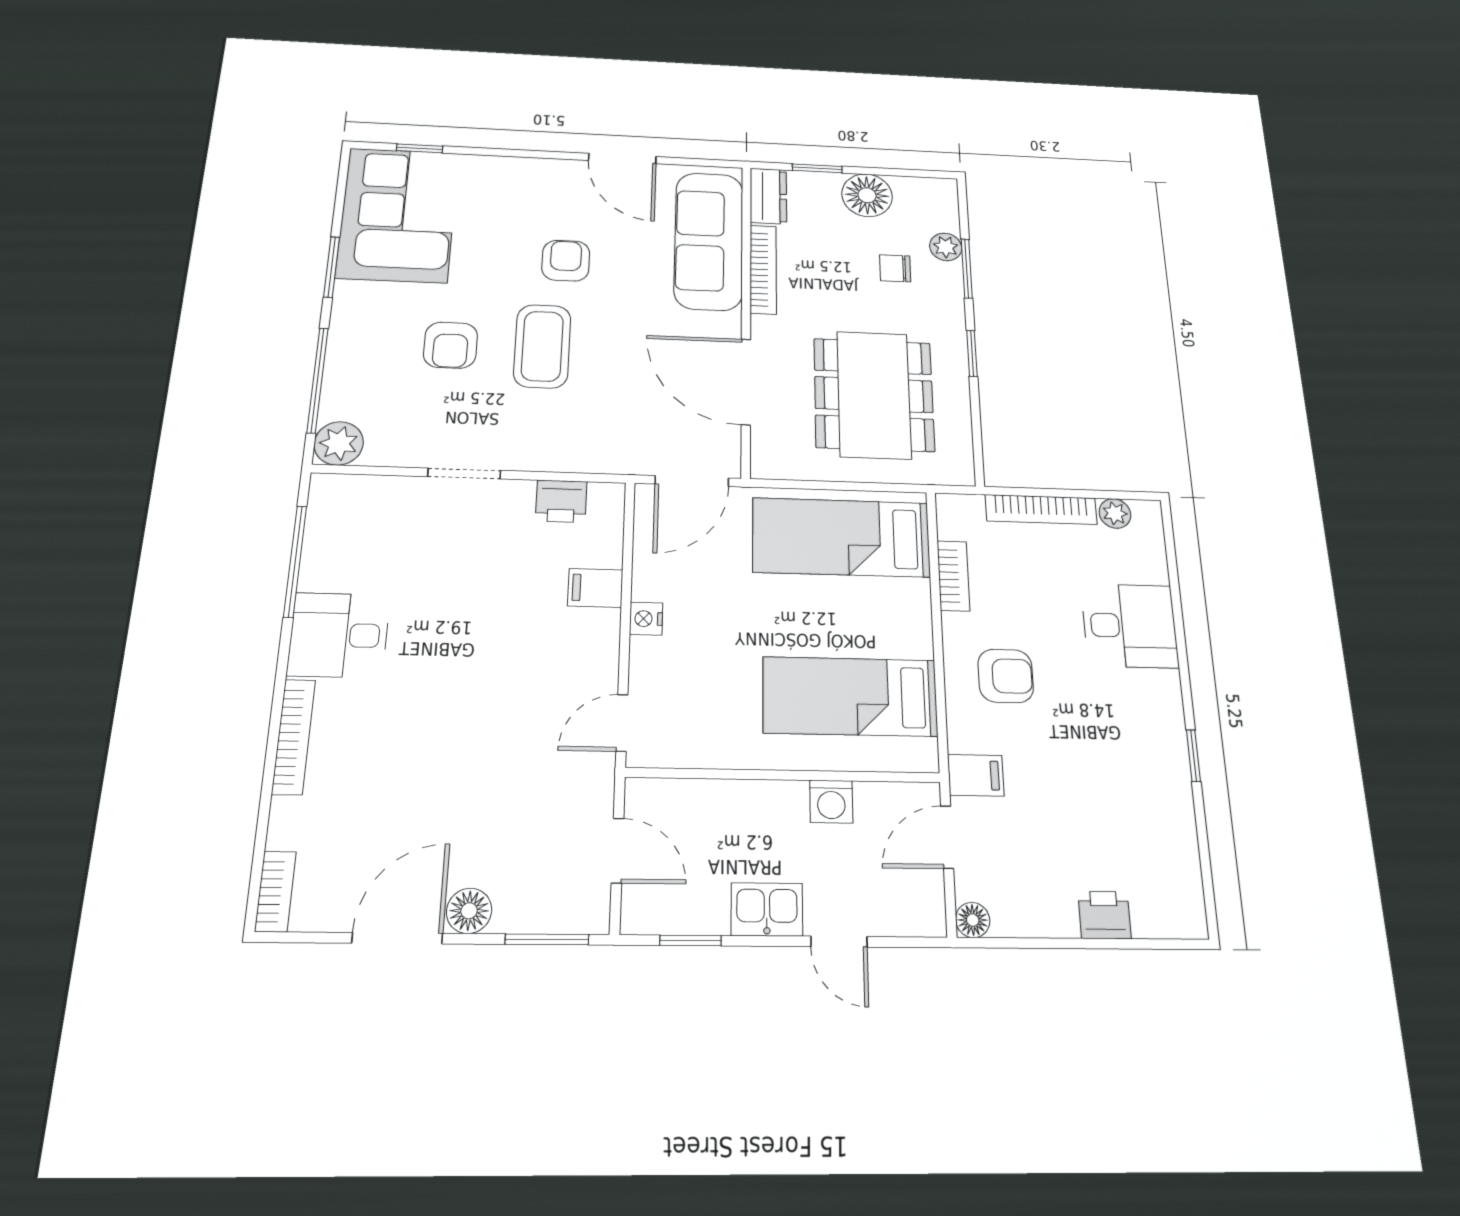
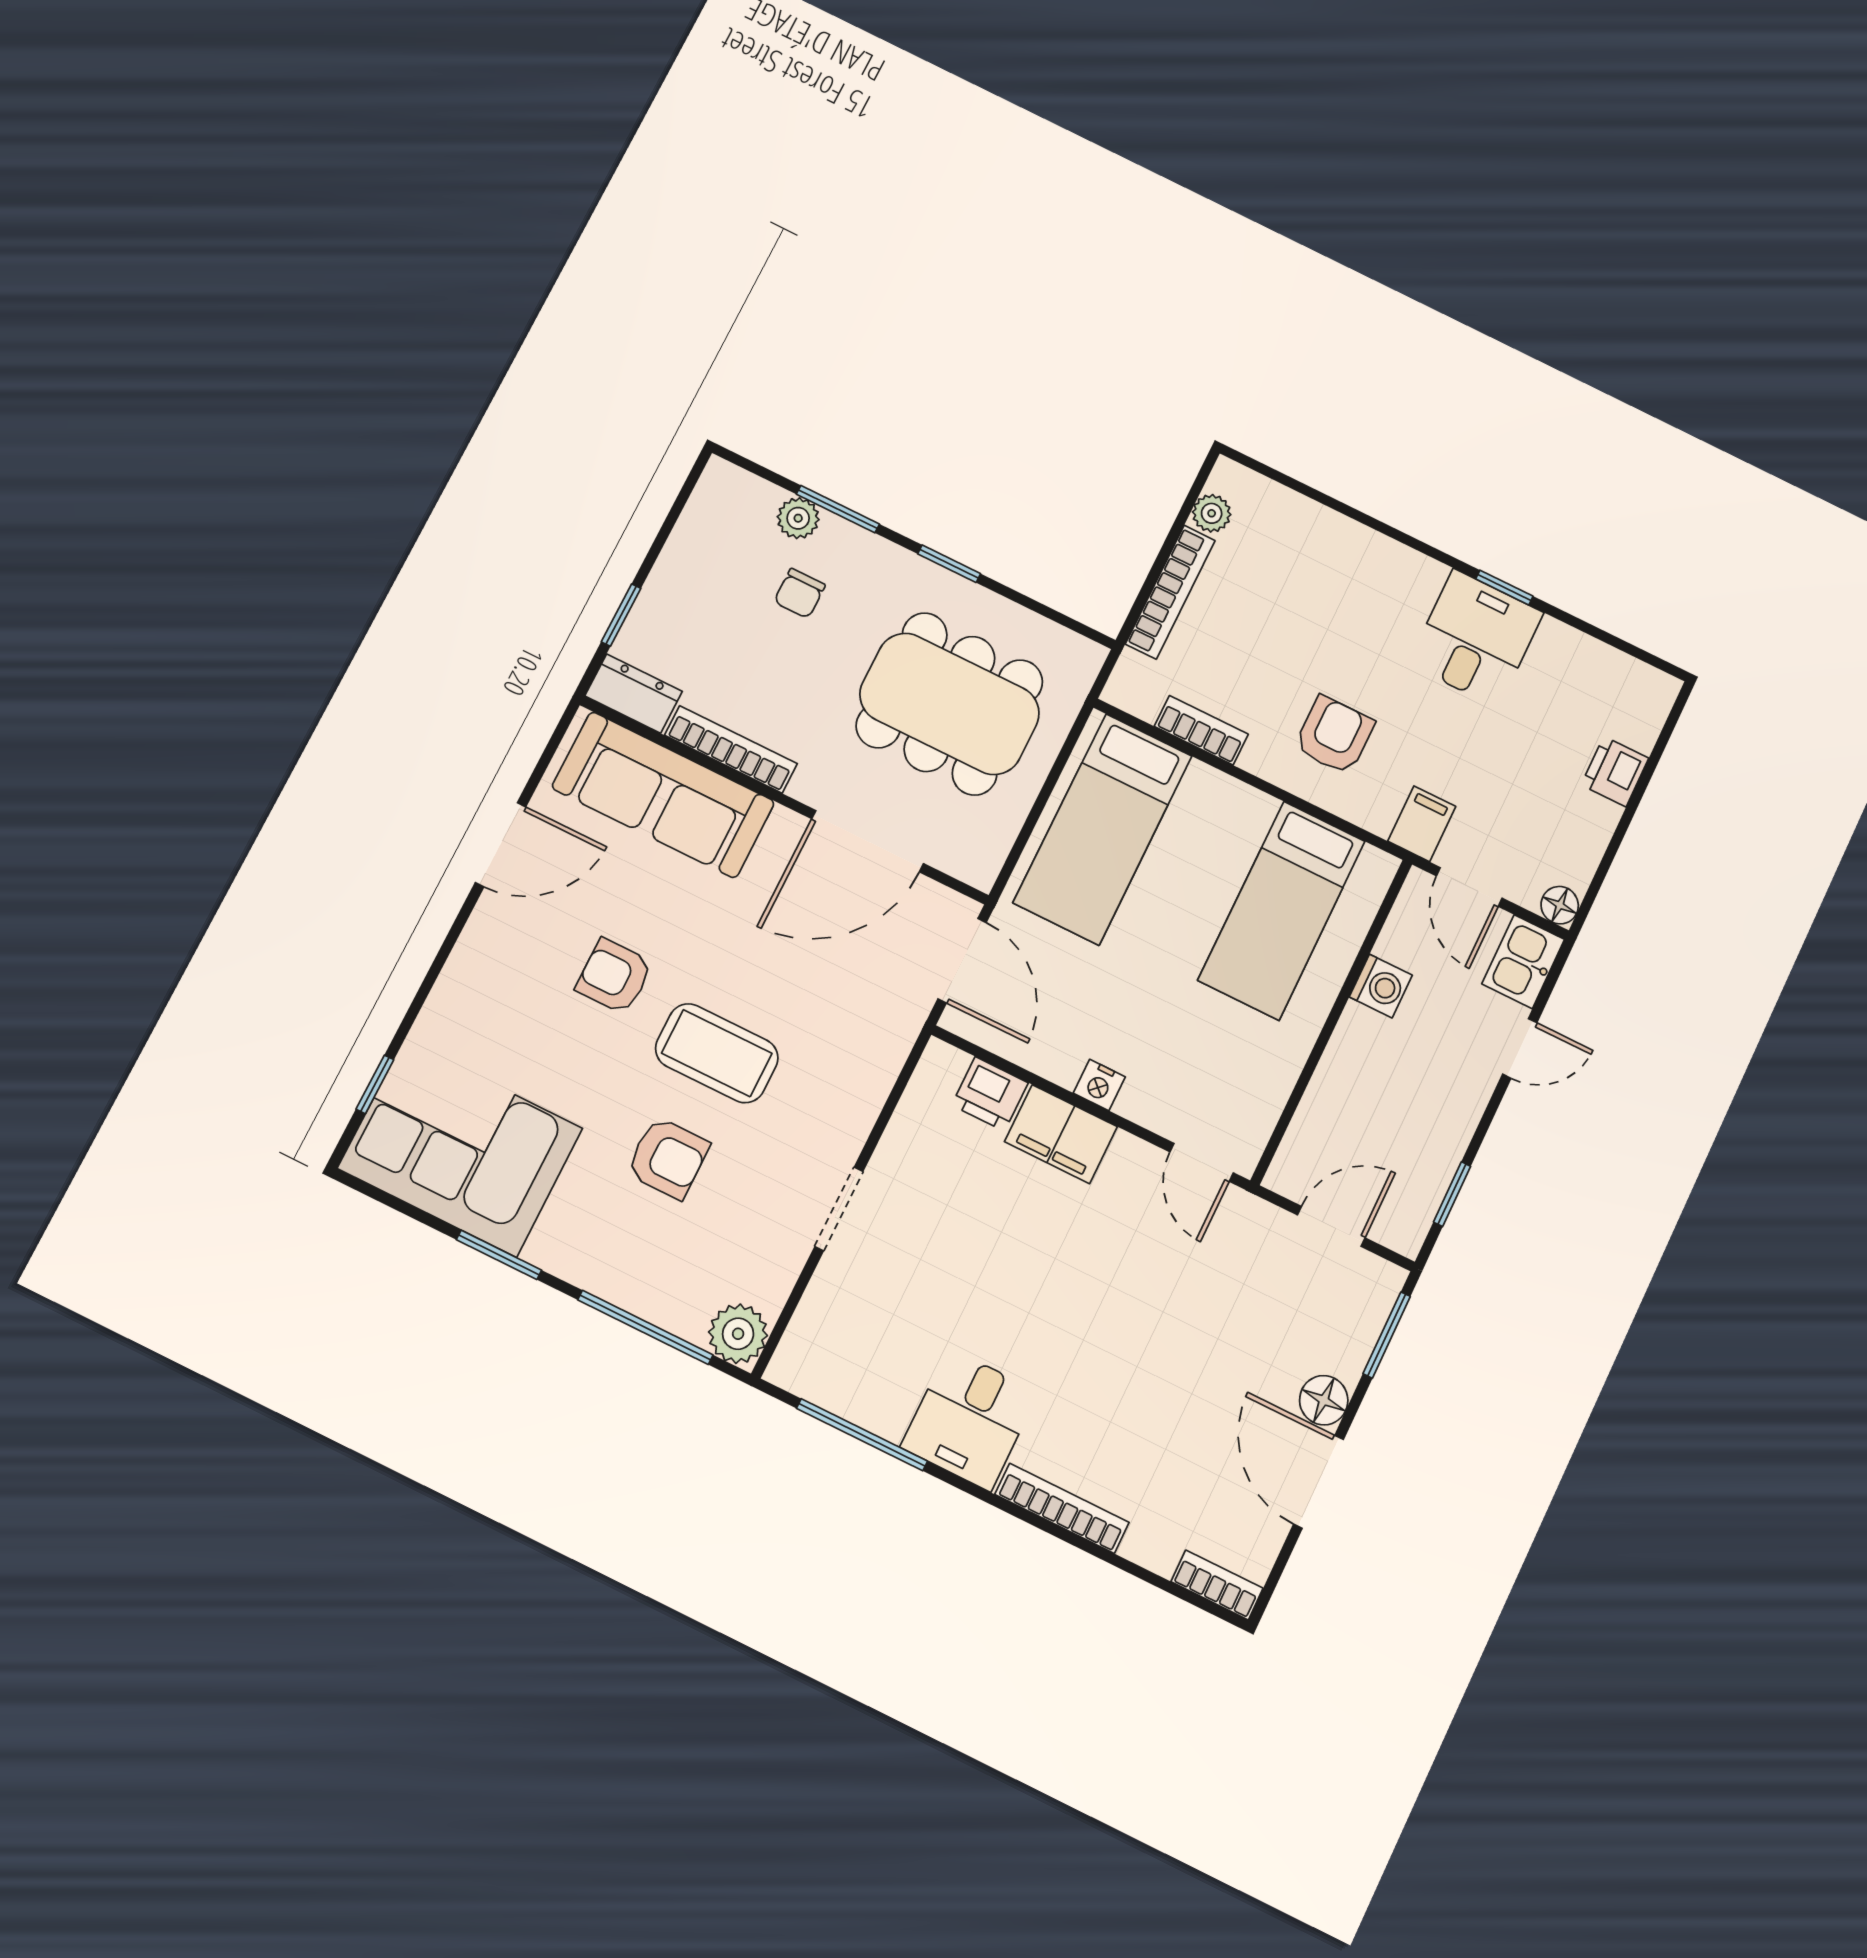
floor lamp: (867, 195) -> (686, 574), removed
printer: (561, 501) -> (990, 1094), moved, turned 90
filing cabinet: (595, 588) -> (1061, 1134), width x2.00
desk: (1130, 626) -> (1476, 638), moved
kitchen sink: (767, 909) -> (1523, 962), moved

